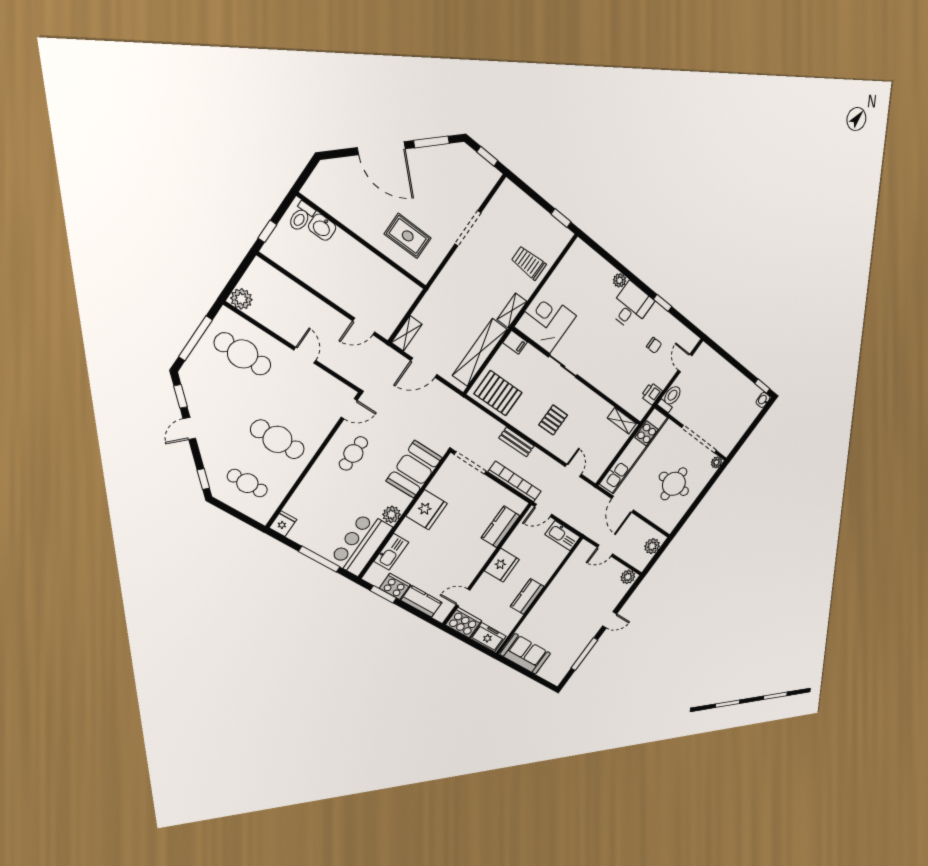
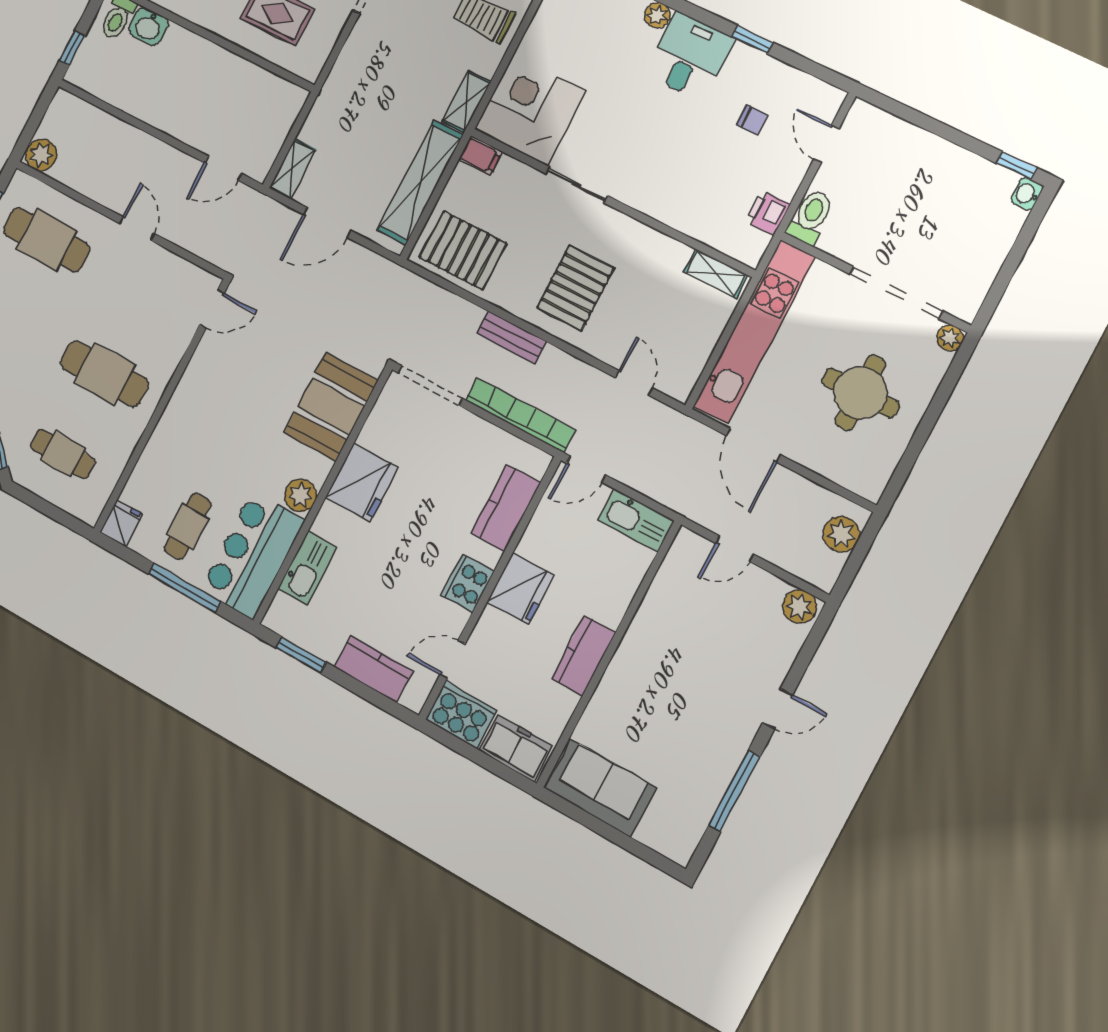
pallet: (553, 420) -> (575, 288), width x1.50, depth x1.42
cafe table: (353, 453) -> (188, 526), moved
cooker: (395, 587) -> (468, 583), moved, turned -90

